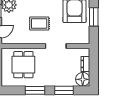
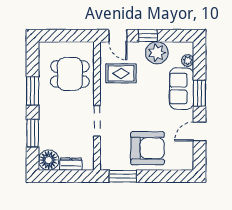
window: (94, 17) -> (123, 176), moved
rug: (39, 23) -> (121, 73), moved, turned 90

